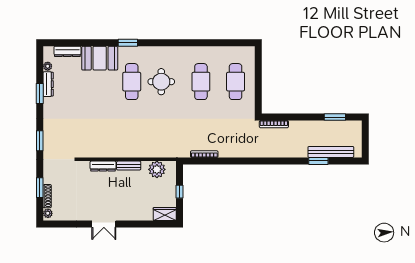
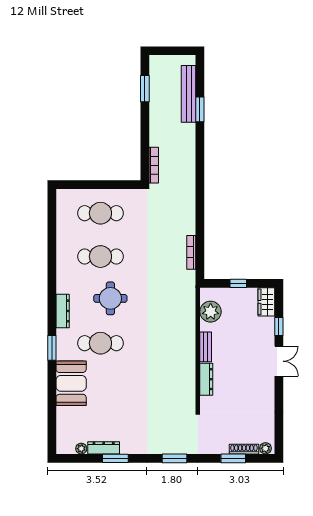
dresser: (67, 51) -> (63, 311), moved
round table: (161, 82) -> (110, 298), moved
double door: (104, 224) -> (279, 361), moved
window: (145, 224) -> (279, 326), added

